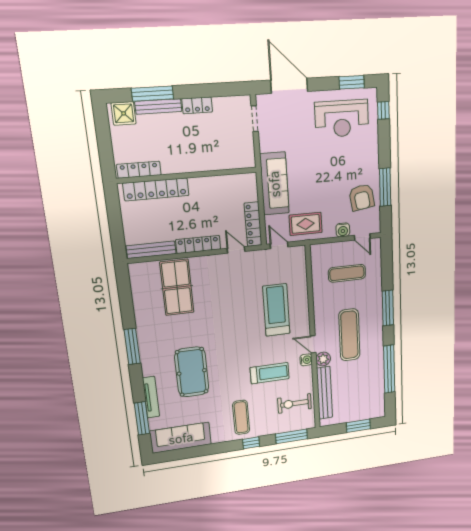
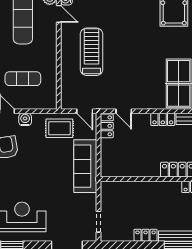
locker: (253, 224) -> (107, 126), width x0.66
locker: (198, 244) -> (163, 119), width x0.66
treadmill: (276, 310) -> (92, 52), turned 180

